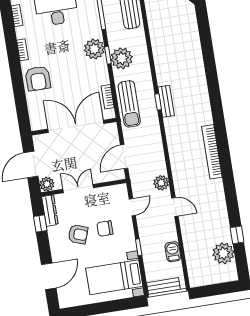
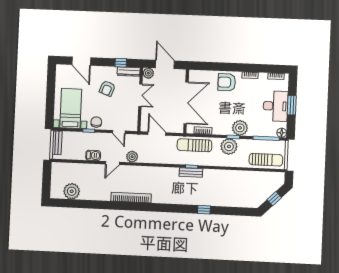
bookcase: (212, 152) -> (131, 198), moved
chair: (105, 228) -> (96, 122), moved
window: (237, 235) -> (204, 210), moved
barbecue: (173, 252) -> (93, 155), moved

